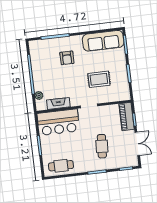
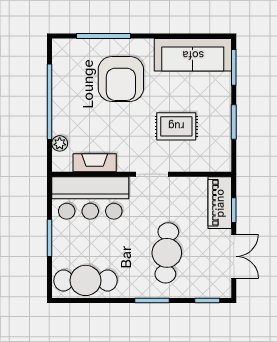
armchair: (67, 58) -> (121, 79), width x1.88, depth x1.88
cafe table: (102, 146) -> (167, 253), width x1.37, depth x1.35
cafe table: (61, 166) -> (86, 280), width x1.37, depth x1.35

